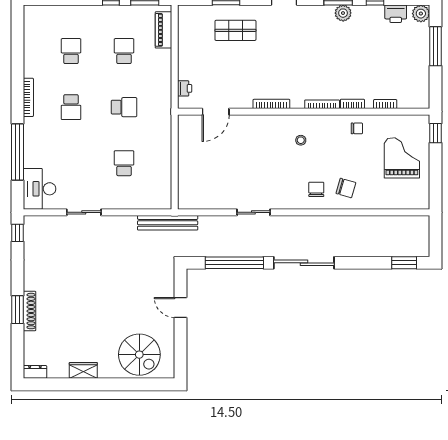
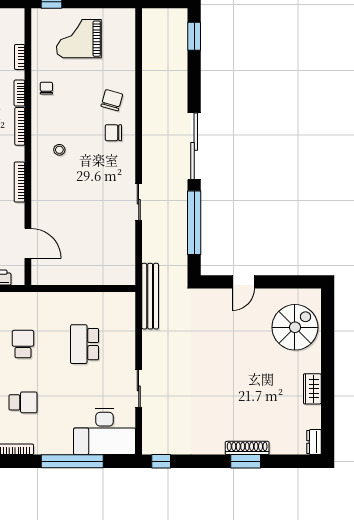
school desk: (124, 163) -> (85, 344), width x1.85
desk: (40, 189) -> (105, 432), width x1.36, depth x1.30

